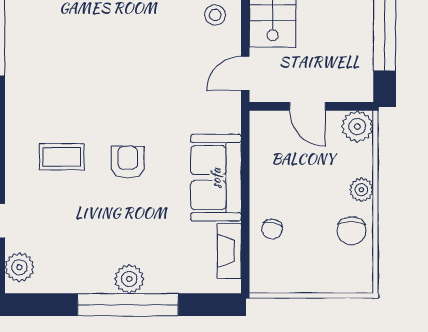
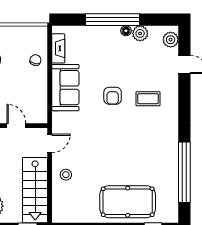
plant: (129, 279) -> (140, 33), moved
floor lamp: (103, 284) -> (126, 31), added

